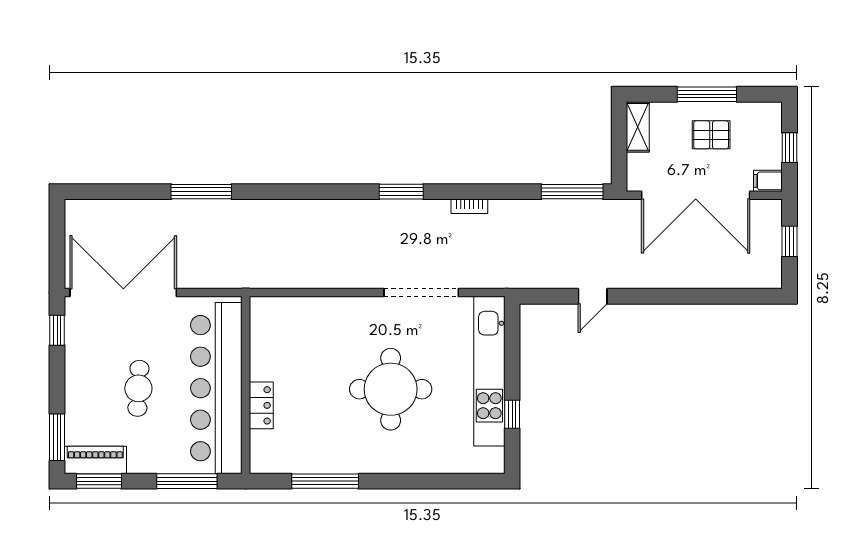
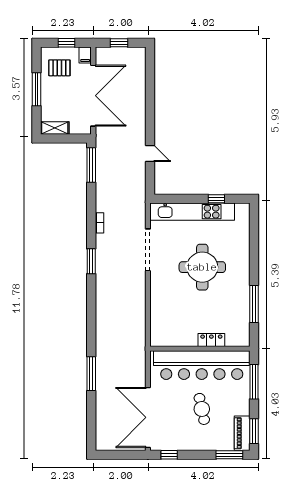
pallet: (711, 135) -> (59, 68), moved, turned 90
cafe table: (138, 388) -> (202, 409), turned 75

